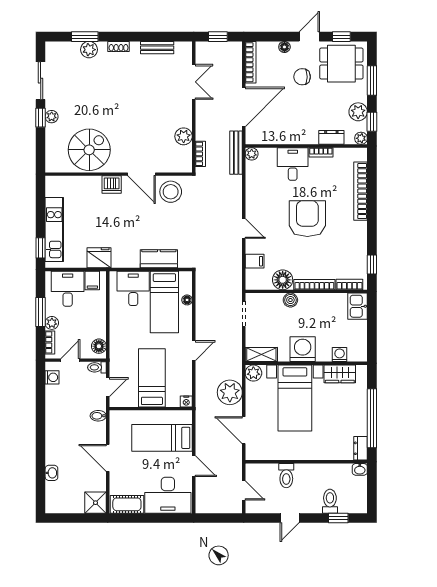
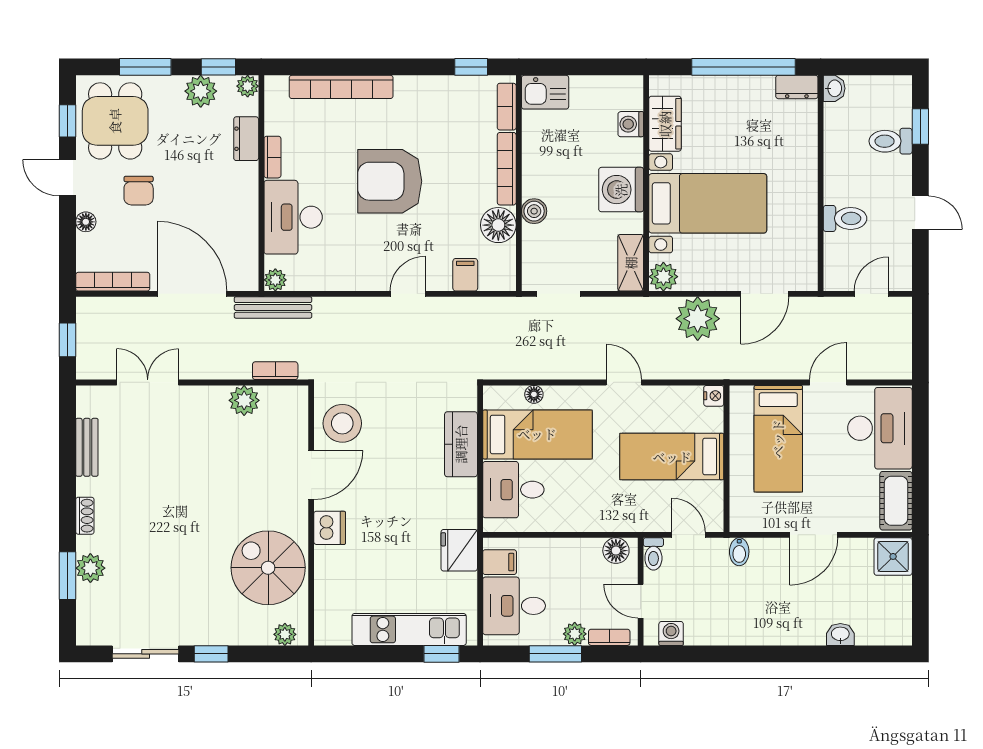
plant: (52, 117) -> (285, 634), moved
desk: (293, 164) -> (293, 217), width x1.37

